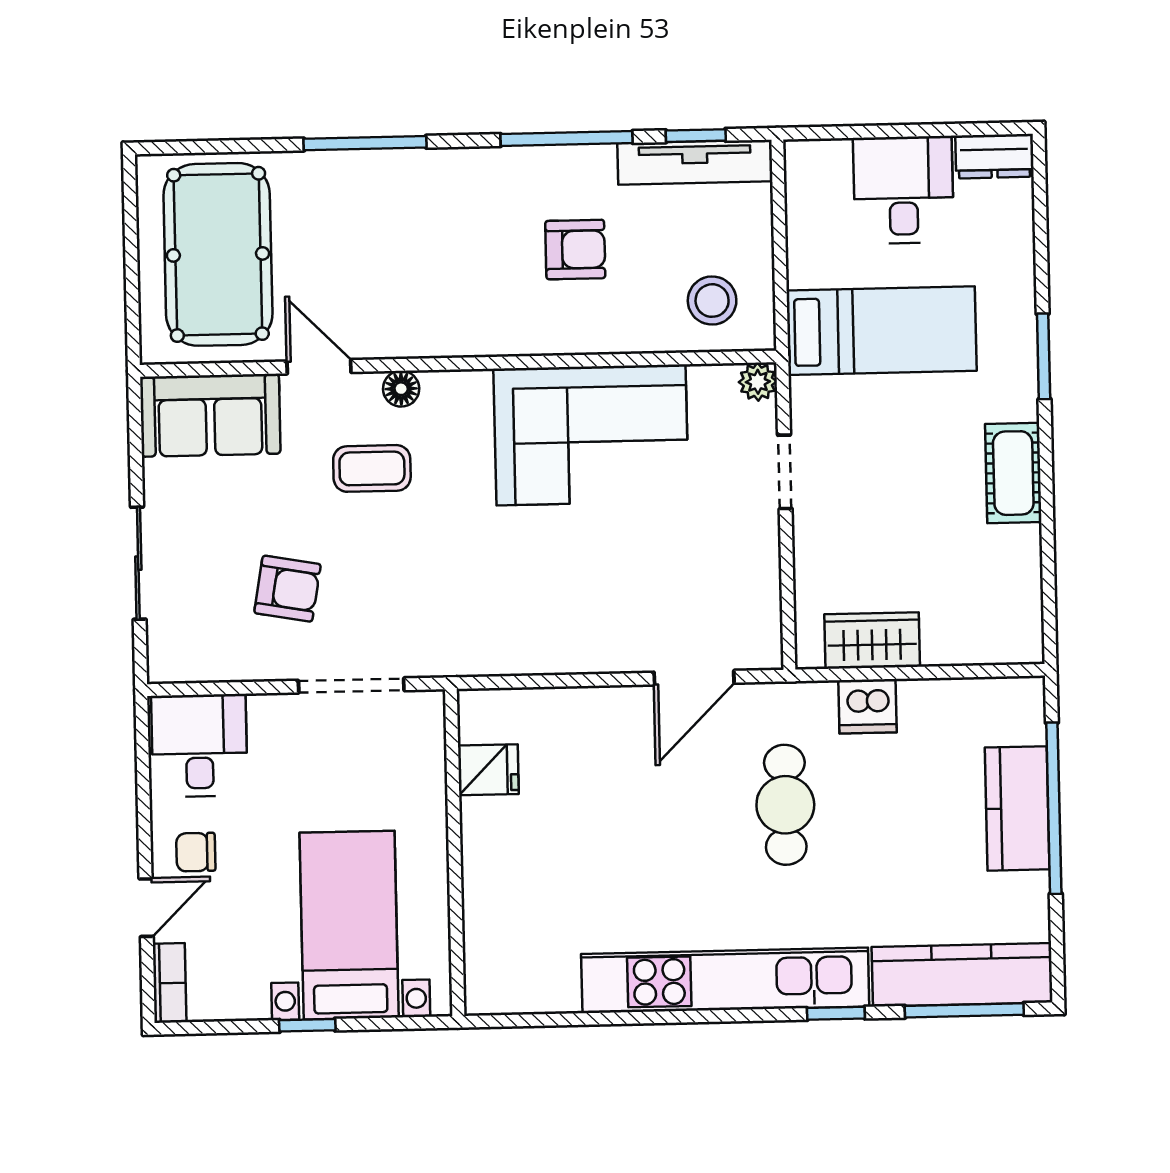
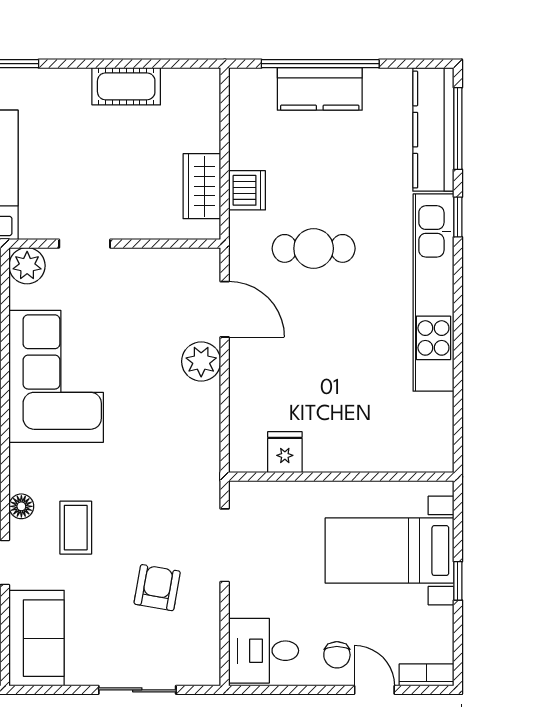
plant: (758, 382) -> (27, 266), width x1.38, depth x1.38
cot: (1013, 473) -> (126, 86), moved
plant: (617, 645) -> (201, 361), added

